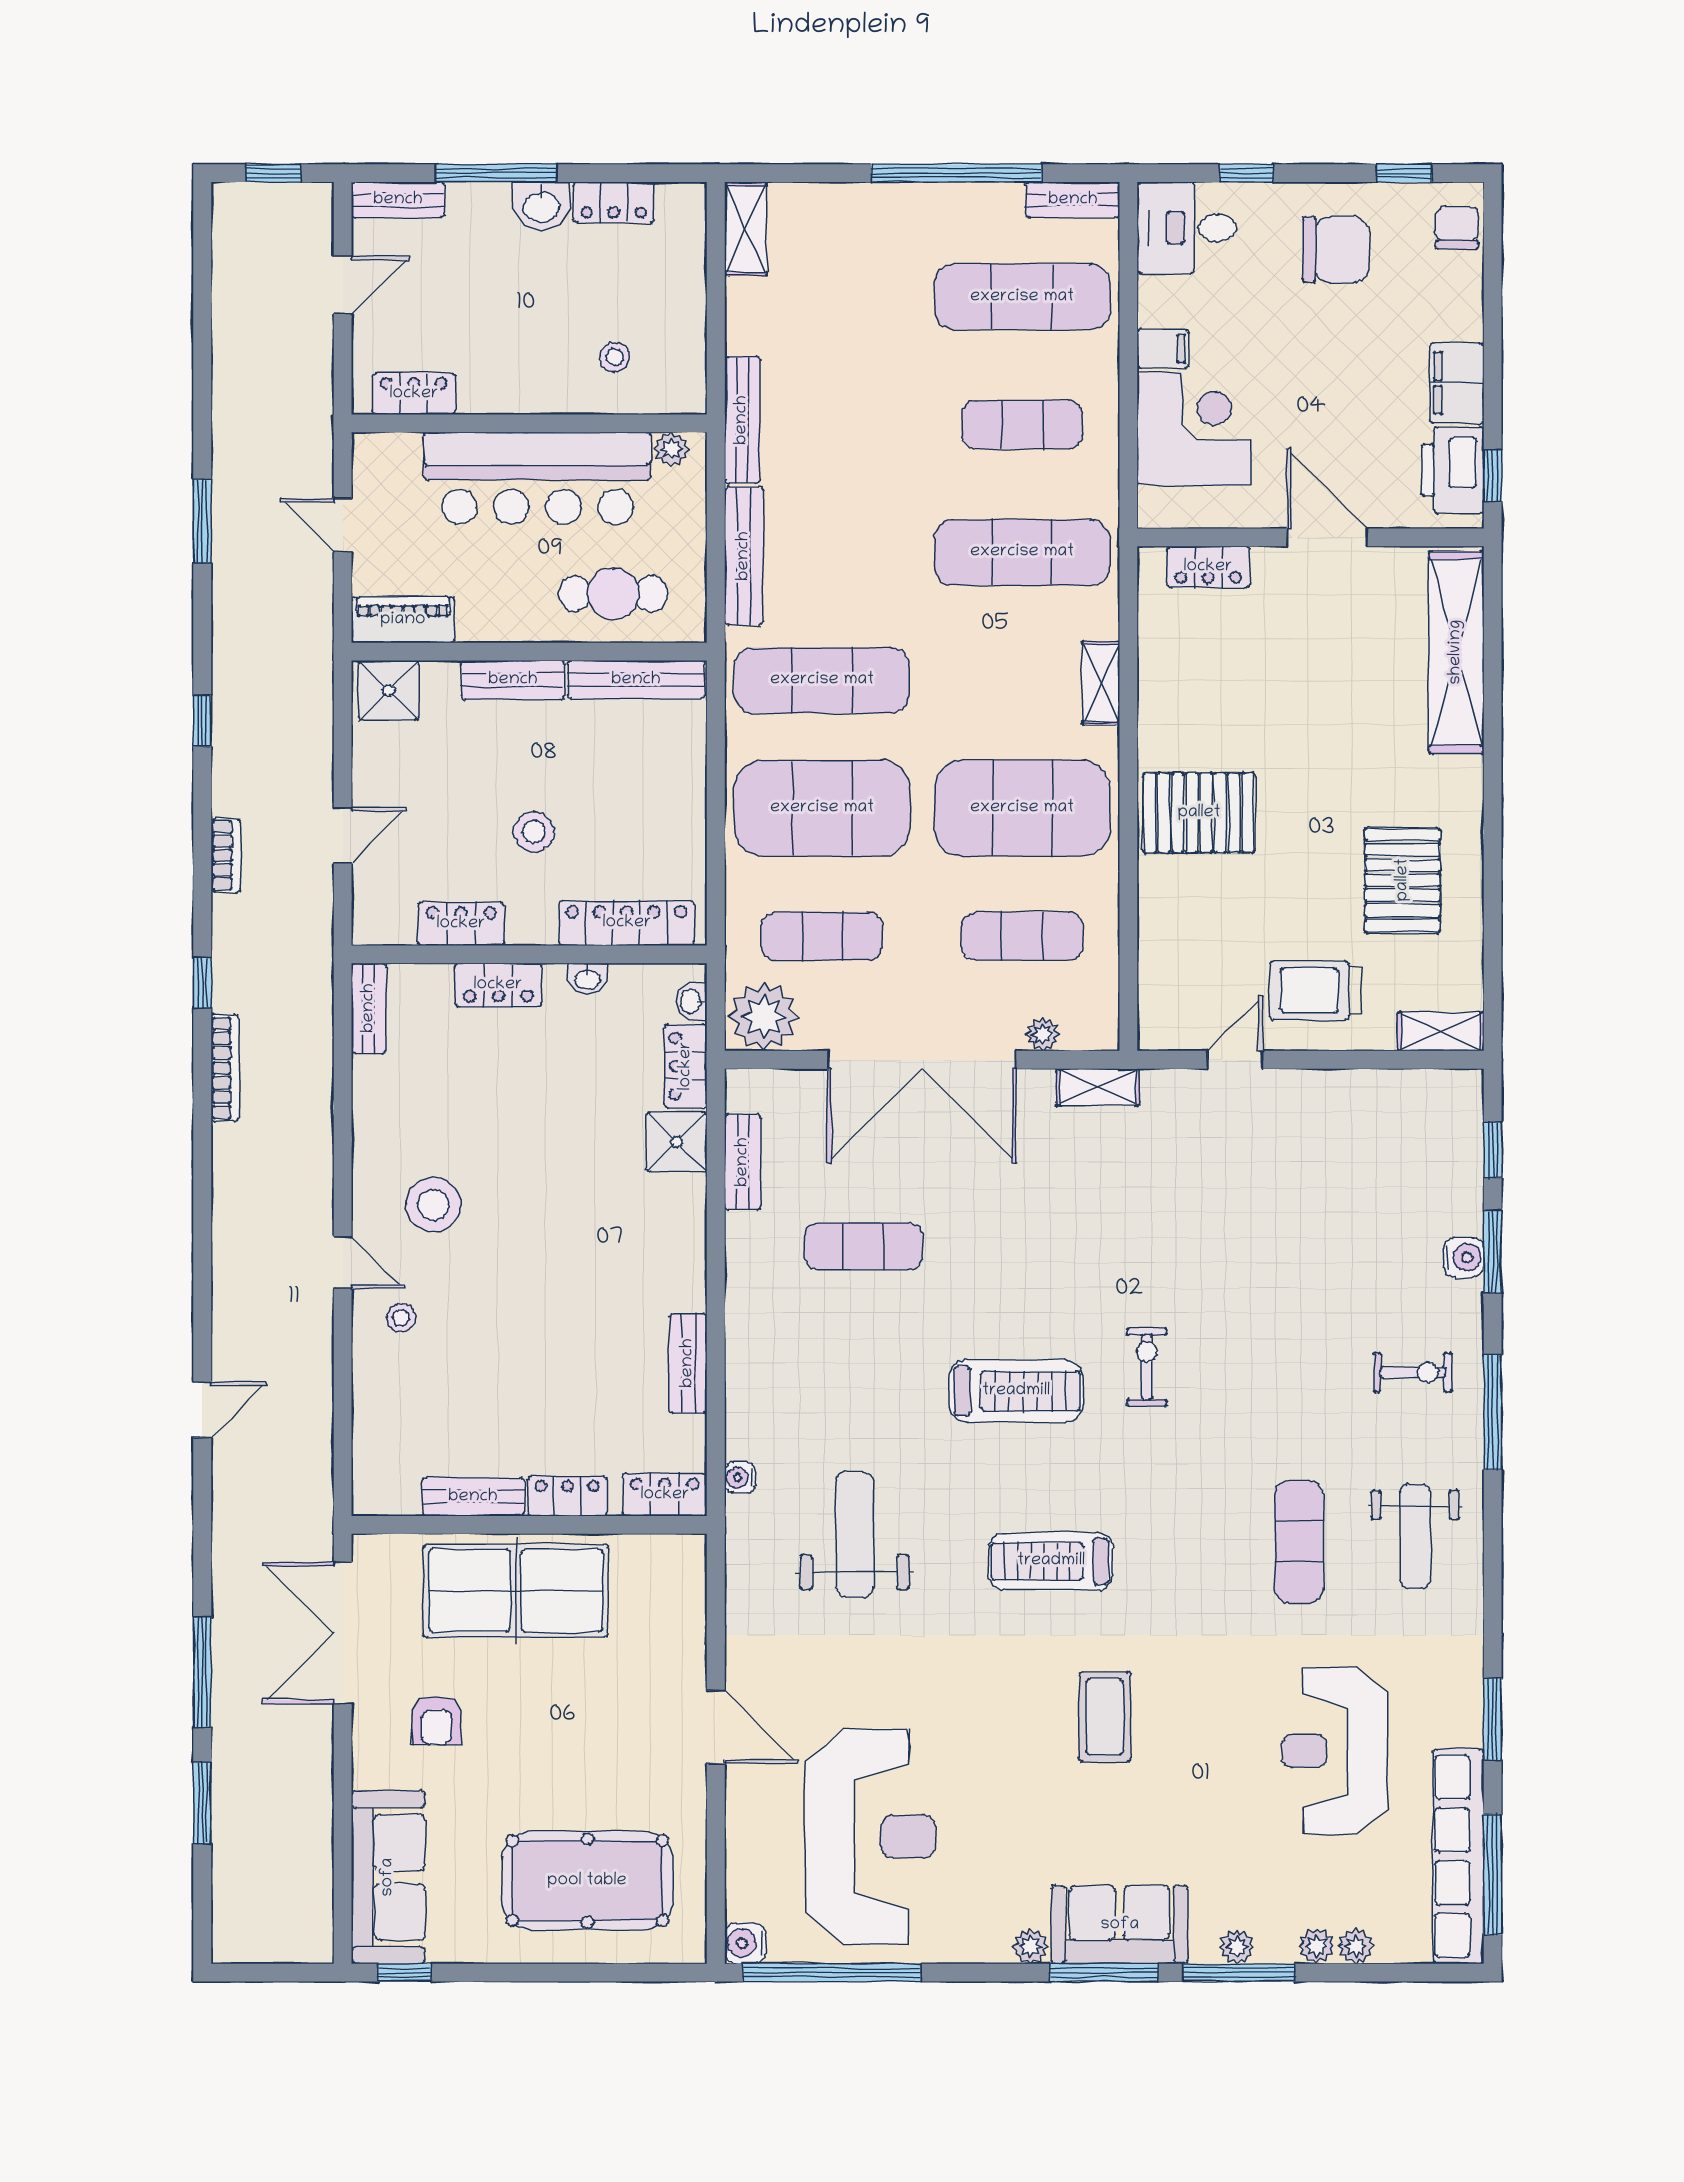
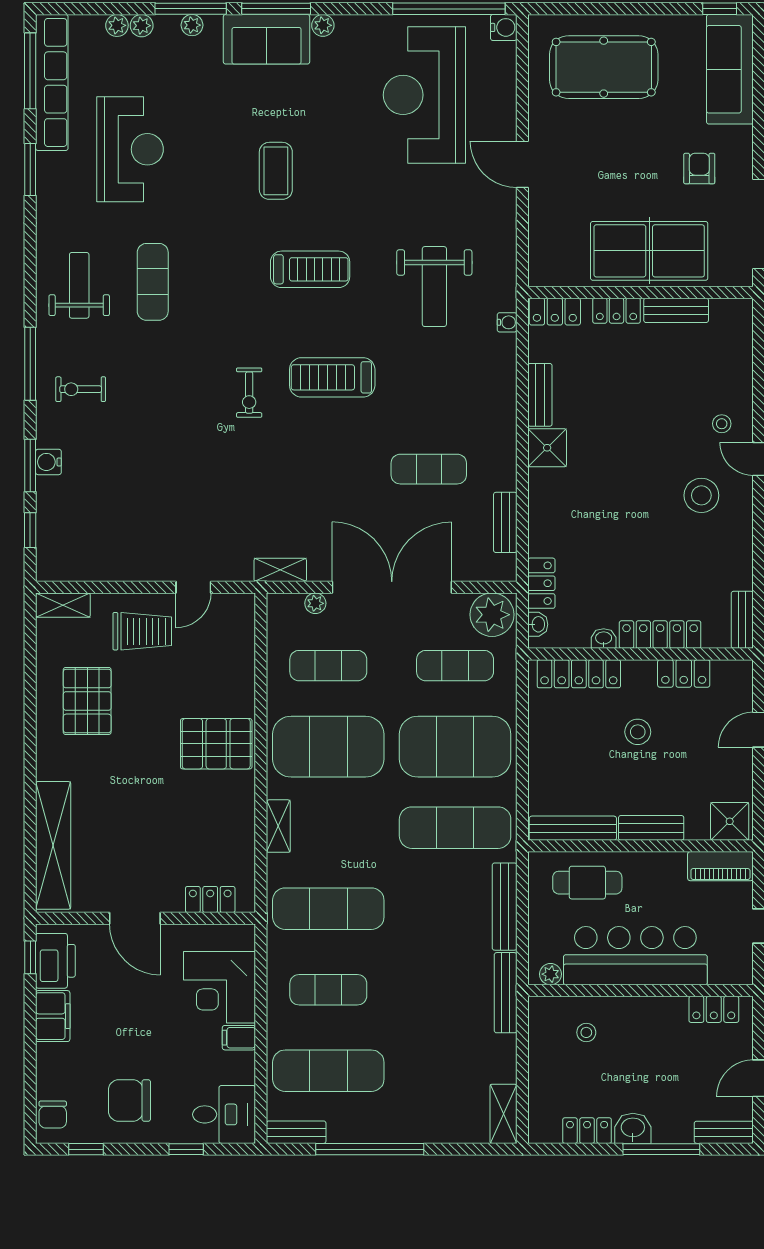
locker: (498, 985) -> (660, 635), width x1.53
shower: (677, 1142) -> (547, 448), moved

